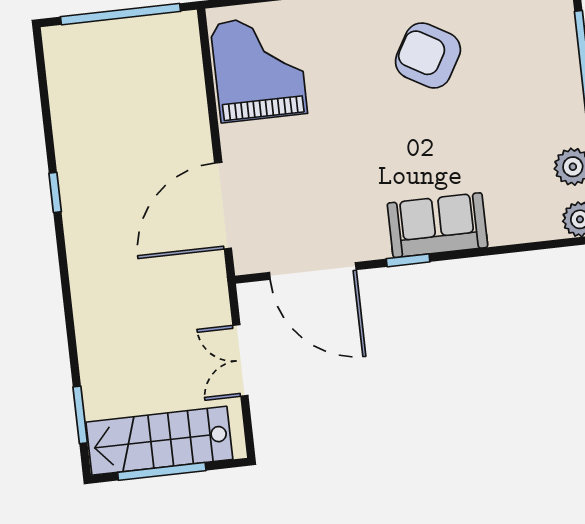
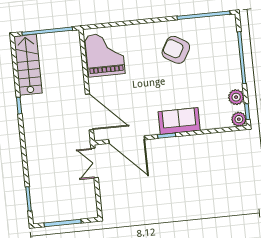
door: (223, 206) -> (89, 112), swing flipped
double door: (240, 360) -> (95, 163), moved
stairs: (159, 441) -> (28, 65), moved, turned 90

